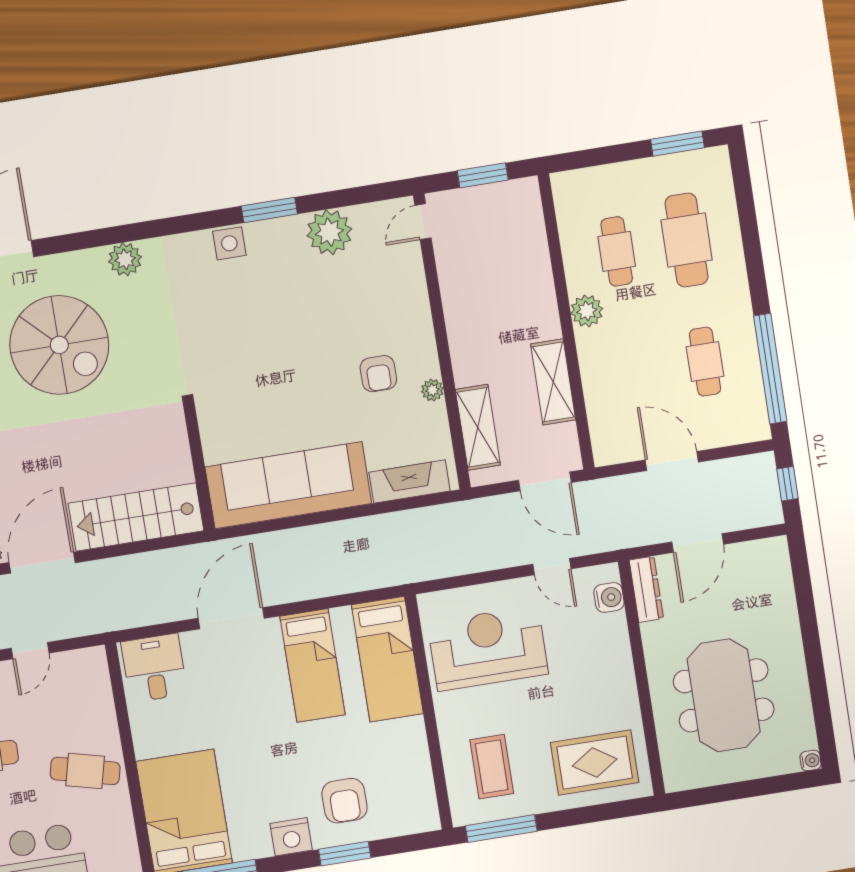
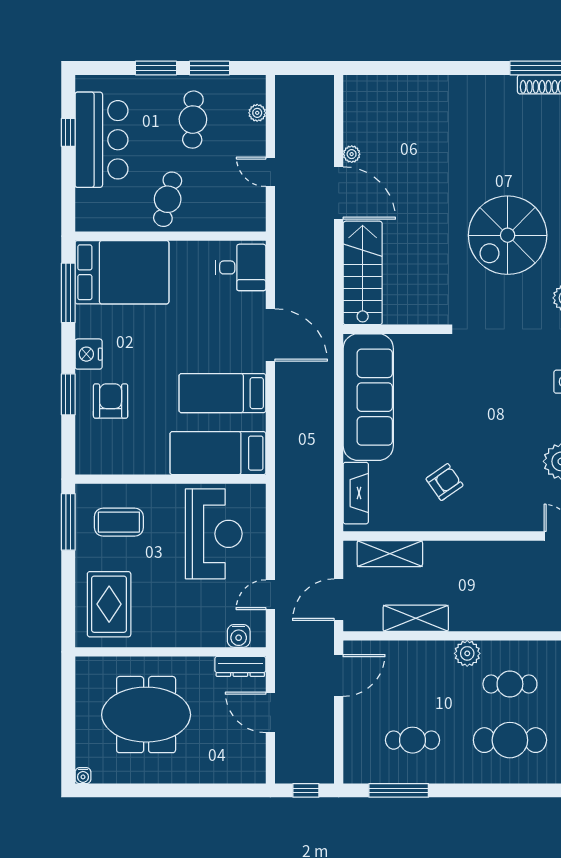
window: (770, 369) -> (399, 790), width x0.68
armchair: (378, 374) -> (445, 482), turned 145
plant: (432, 390) -> (425, 523), removed
door: (672, 461) -> (339, 676), moved
armchair: (344, 801) -> (111, 401), turned 90

